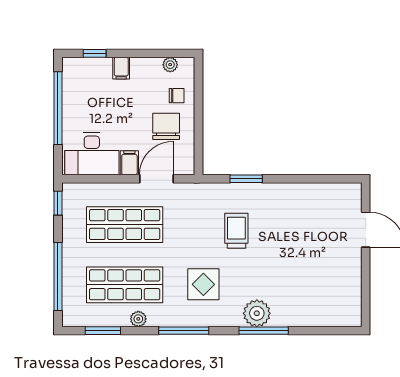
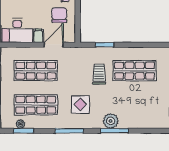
shop shelf: (299, 225) -> (135, 71), added
plant: (138, 319) -> (20, 124), moved

